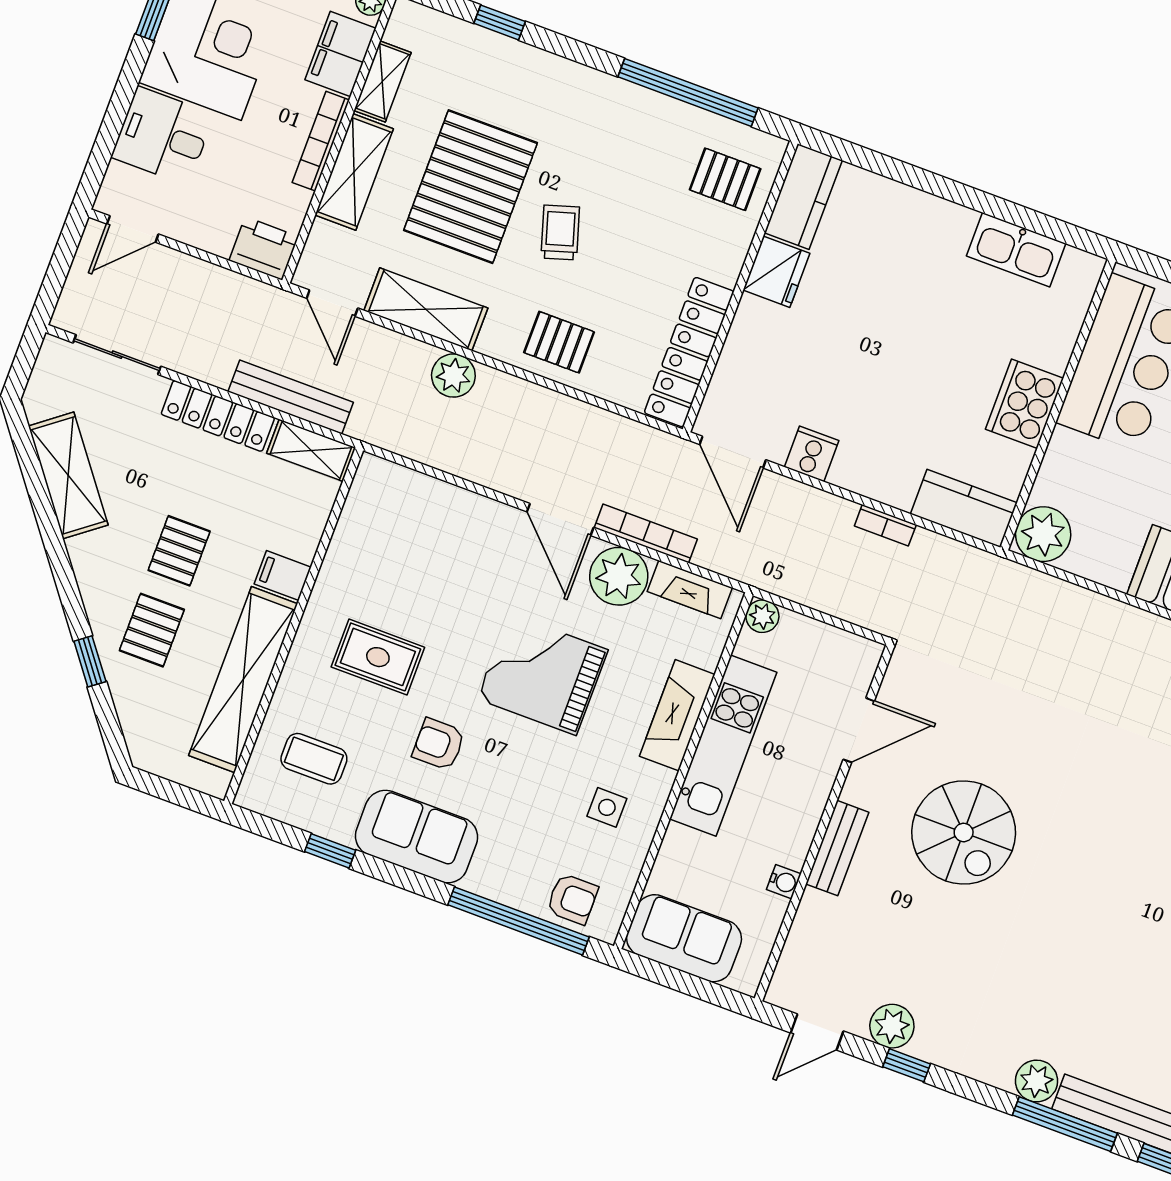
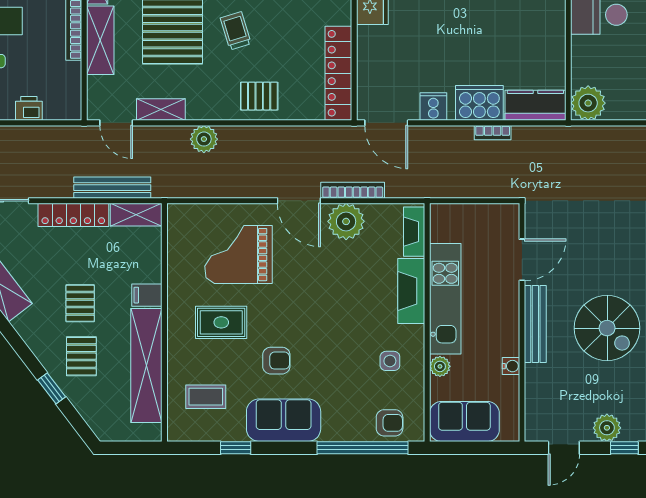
printer: (264, 248) -> (29, 108), moved, width x0.73, depth x0.81
shelving: (426, 309) -> (161, 110), width x0.67, depth x0.75
cooker: (1025, 404) -> (479, 103), moved, turned 90
fireplace: (690, 590) -> (414, 232), moved, turned 90
plant: (762, 616) -> (440, 366), moved
grand piano: (542, 674) -> (239, 255), moved
armchair: (439, 744) -> (276, 361), turned 180
spiral stairs: (964, 832) -> (607, 328), moved
bench: (837, 848) -> (535, 324), width x1.36

